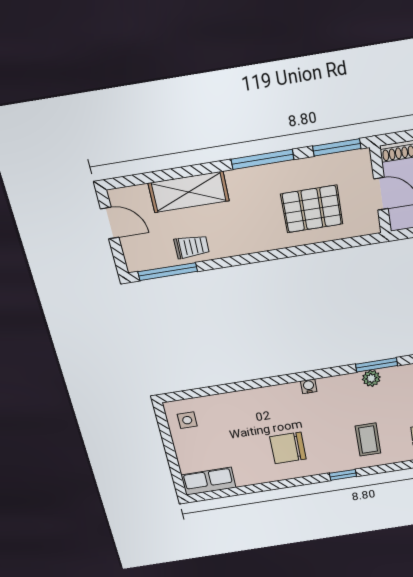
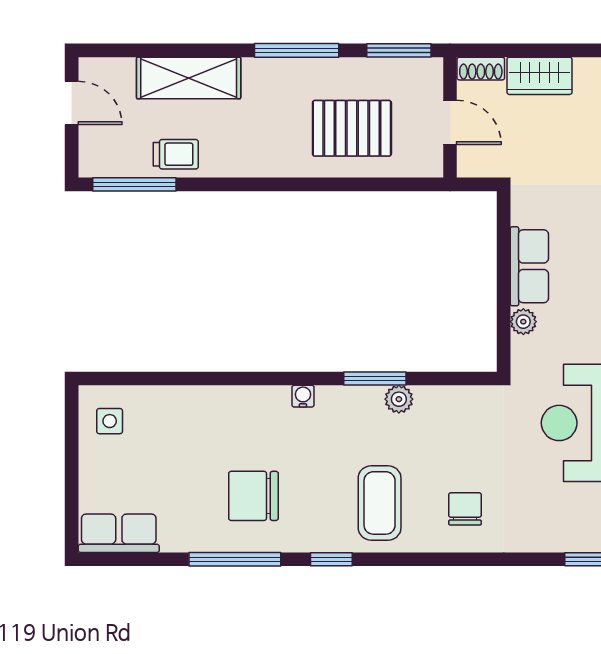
window: (377, 365) -> (375, 378), moved
coffee table: (368, 440) -> (380, 503), width x1.36, depth x1.30
window: (283, 484) -> (235, 559), added

